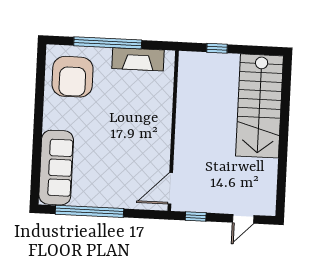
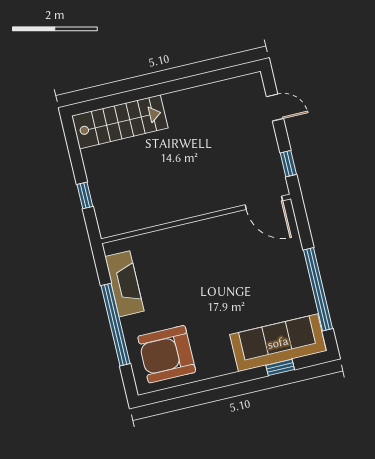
armchair: (73, 77) -> (167, 354), turned 180
stairs: (259, 106) -> (120, 122), width x0.73, depth x0.66
window: (36, 163) -> (280, 367), added

